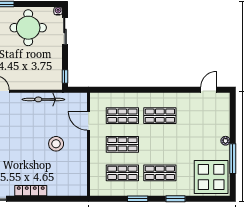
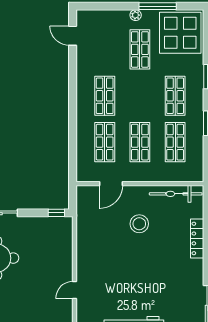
bicycle: (43, 99) -> (176, 194), moved, turned 90
shop shelf: (198, 144) -> (140, 49), added
locker: (31, 191) -> (197, 238), moved

